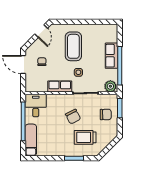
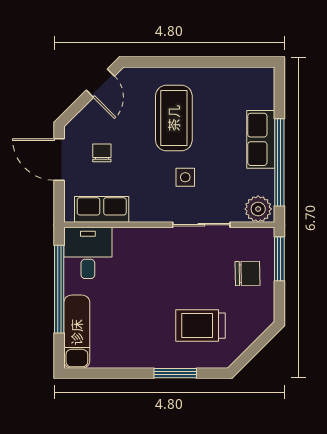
row of seats: (60, 86) -> (102, 209), moved
chair: (73, 117) -> (173, 278), removed

